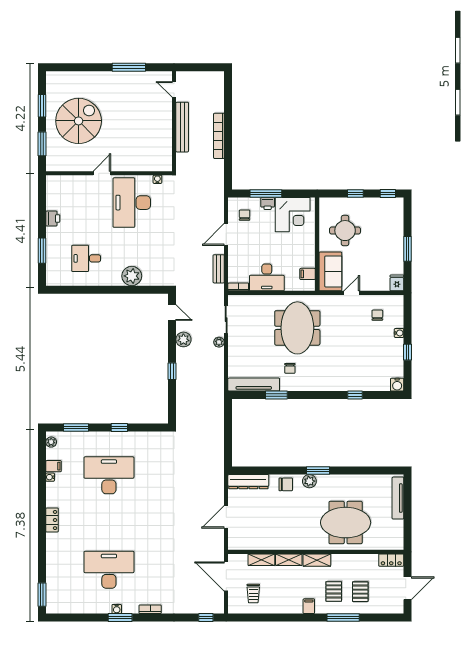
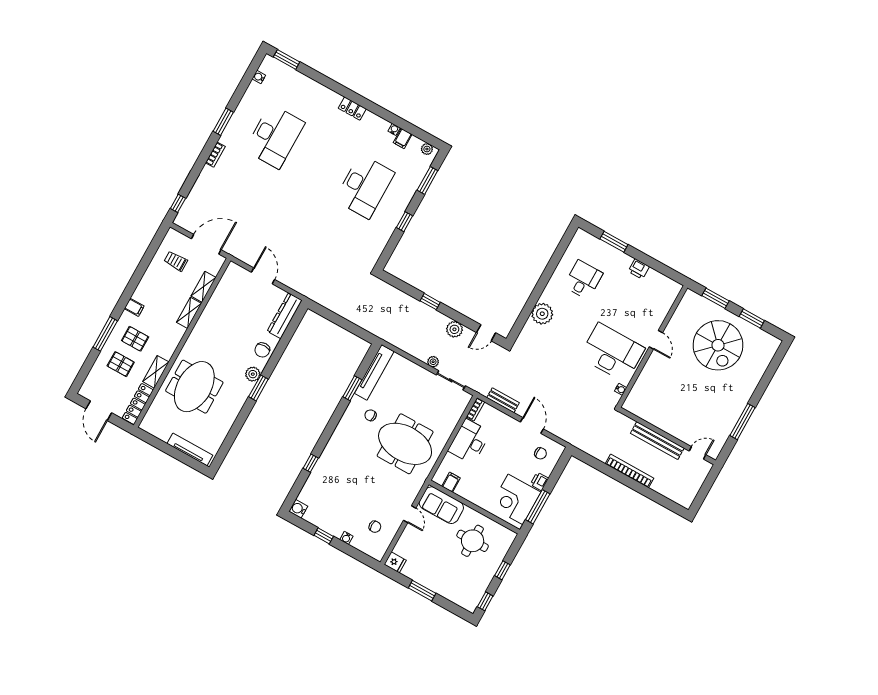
window: (266, 193) -> (538, 507), moved
shelving: (317, 560) -> (156, 372), moved
locker: (391, 560) -> (138, 404), width x1.53
water cooler: (117, 609) -> (259, 77), moved

